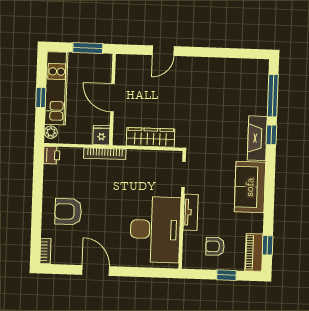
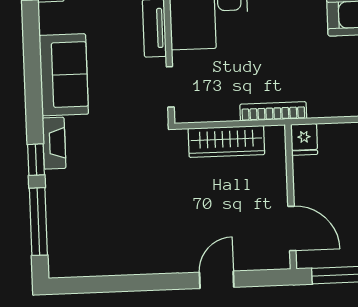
door: (113, 98) -> (292, 228), moved
fireplace: (257, 138) -> (54, 143), width x0.73, depth x0.76
bookcase: (105, 154) -> (273, 111), moved

